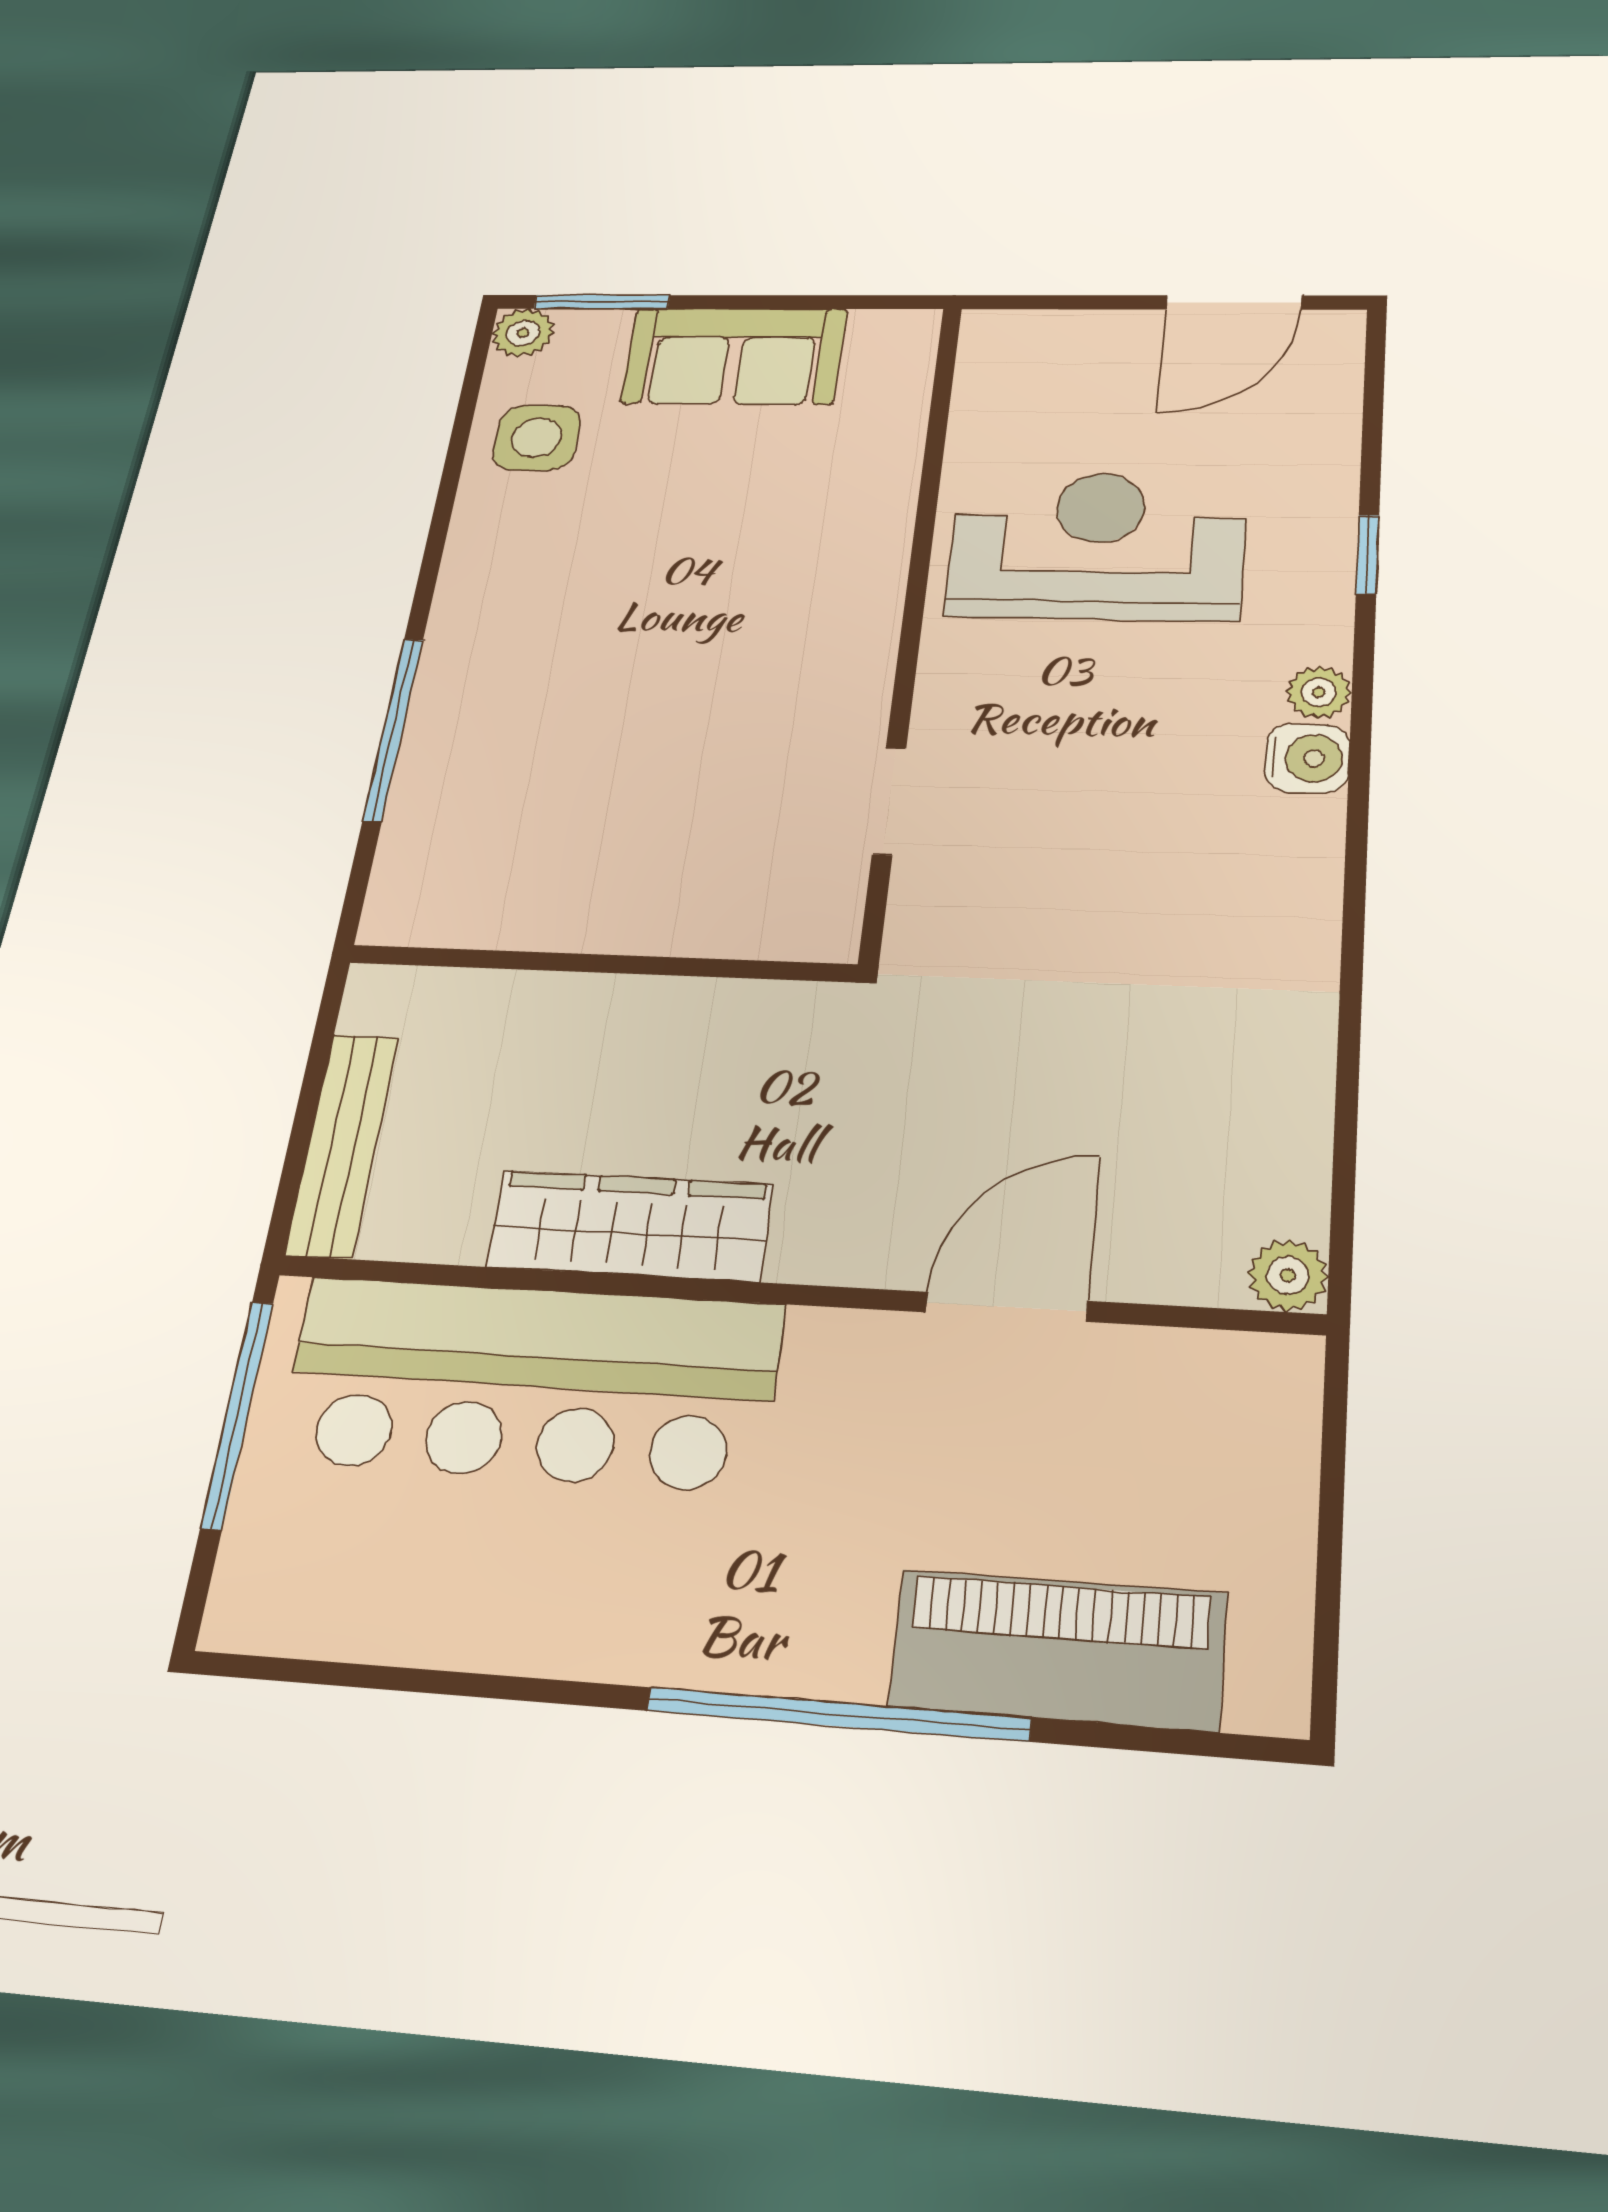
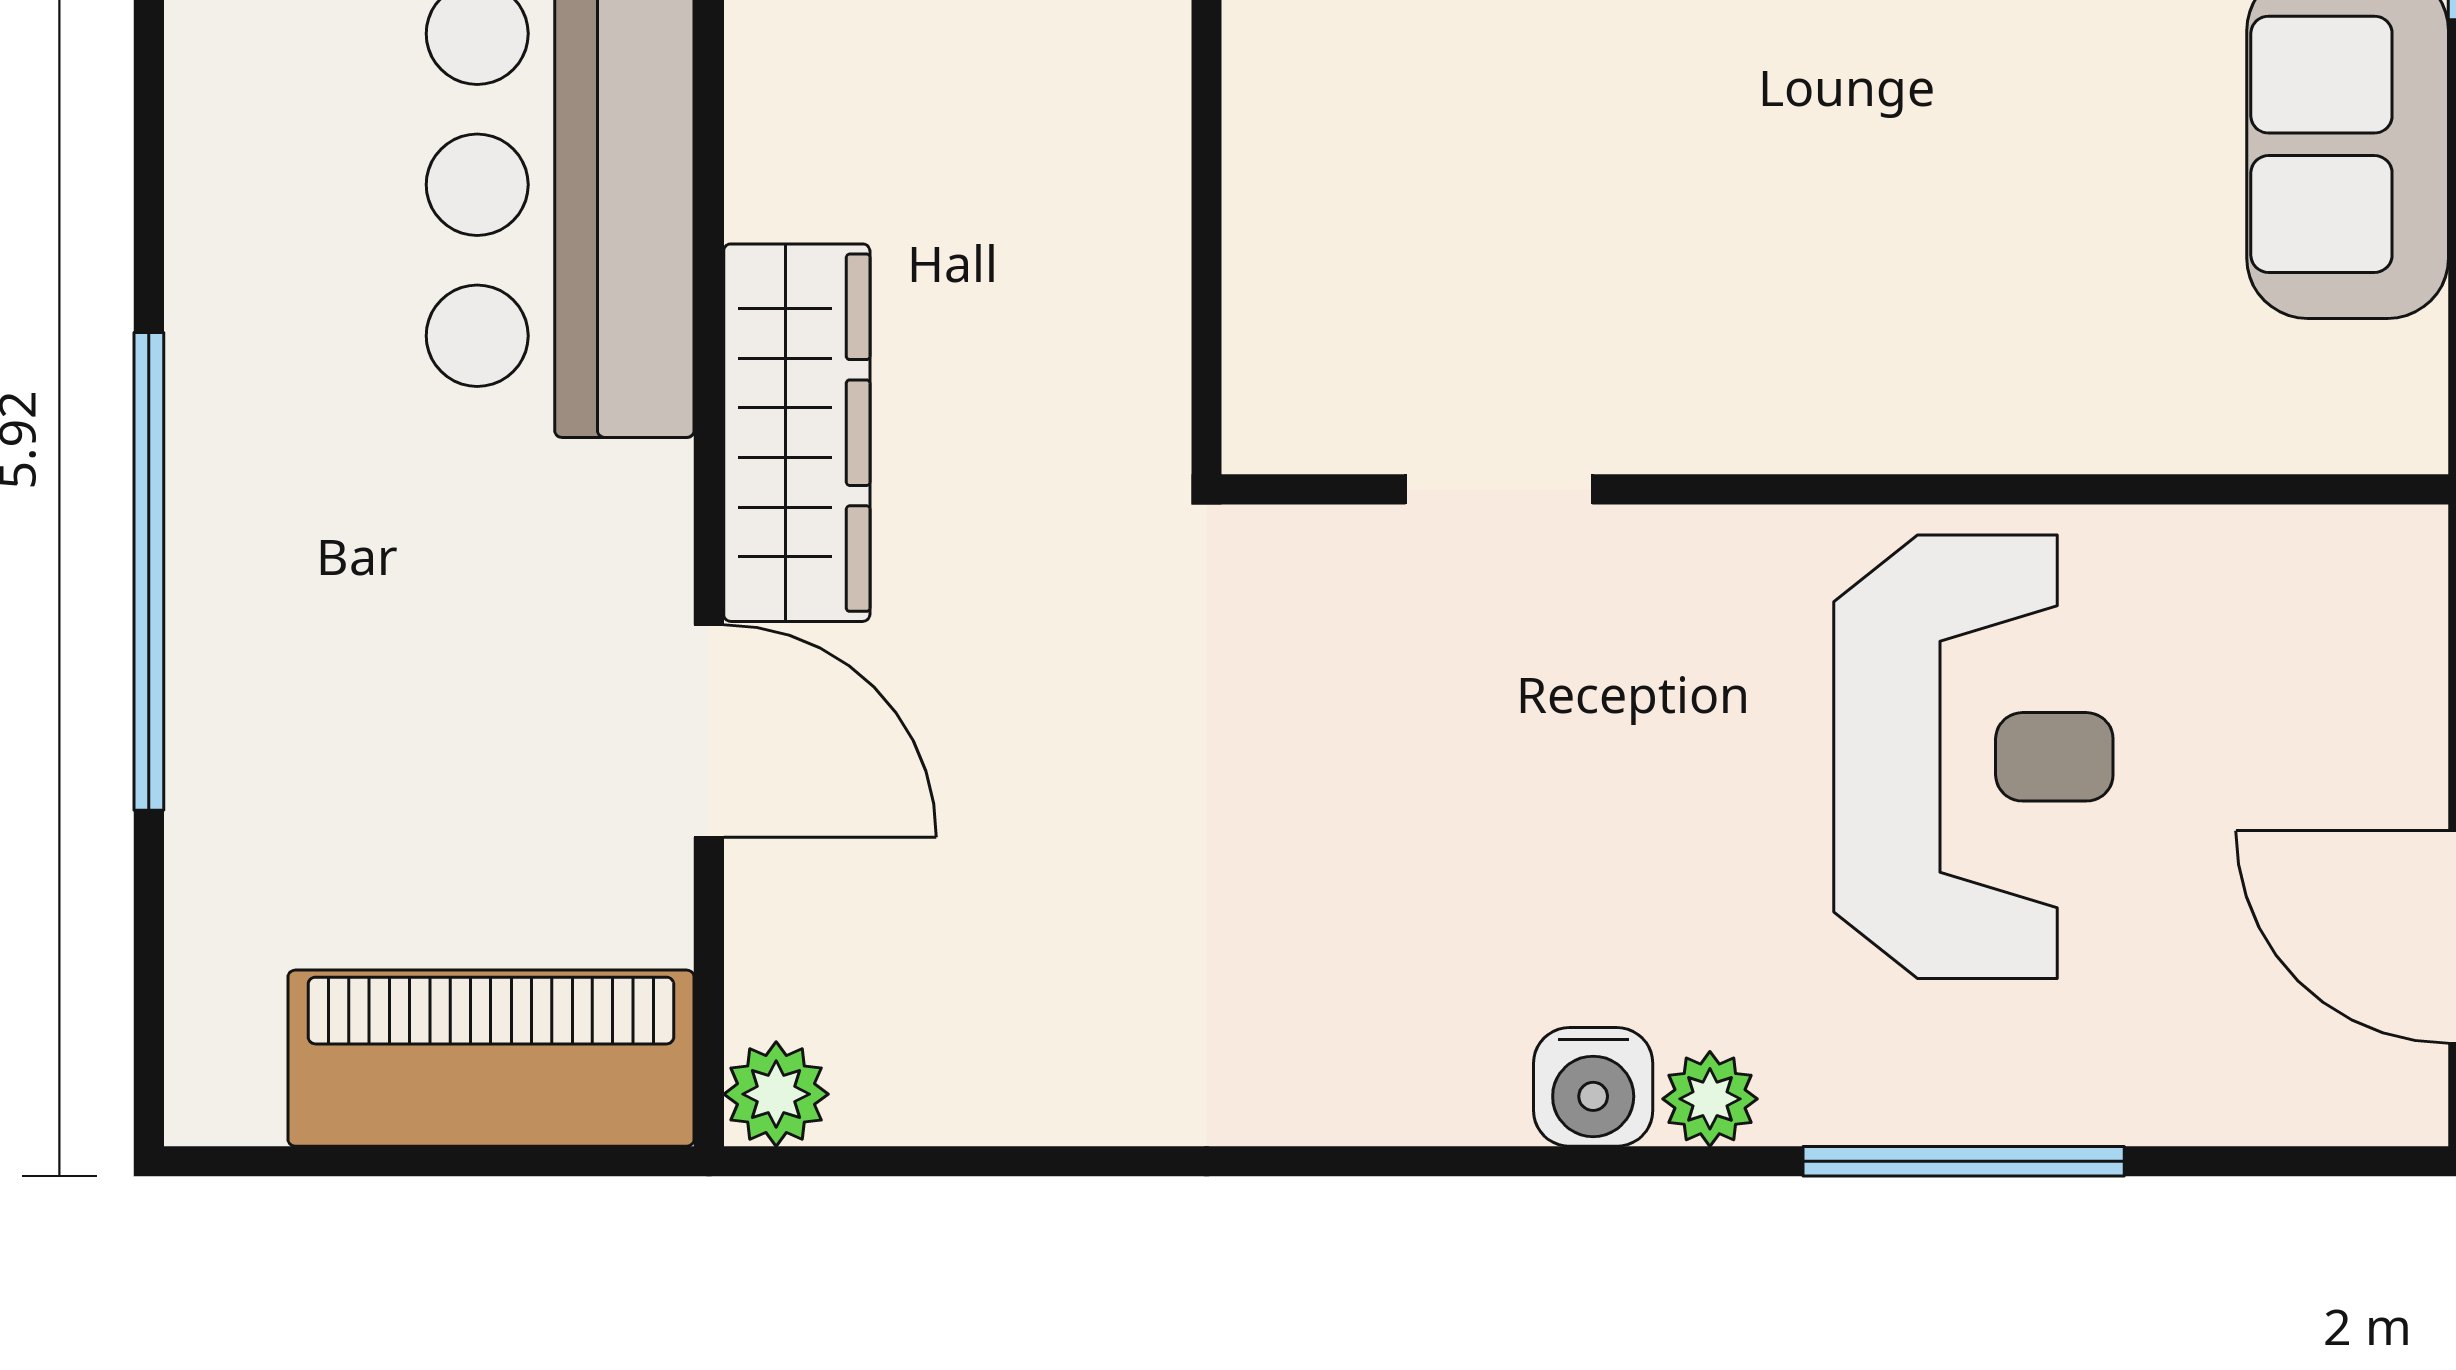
window: (1368, 555) -> (1964, 1161), width x2.17
wardrobe: (630, 1226) -> (797, 433), moved
piano: (1058, 1650) -> (491, 1058), moved, turned -90

